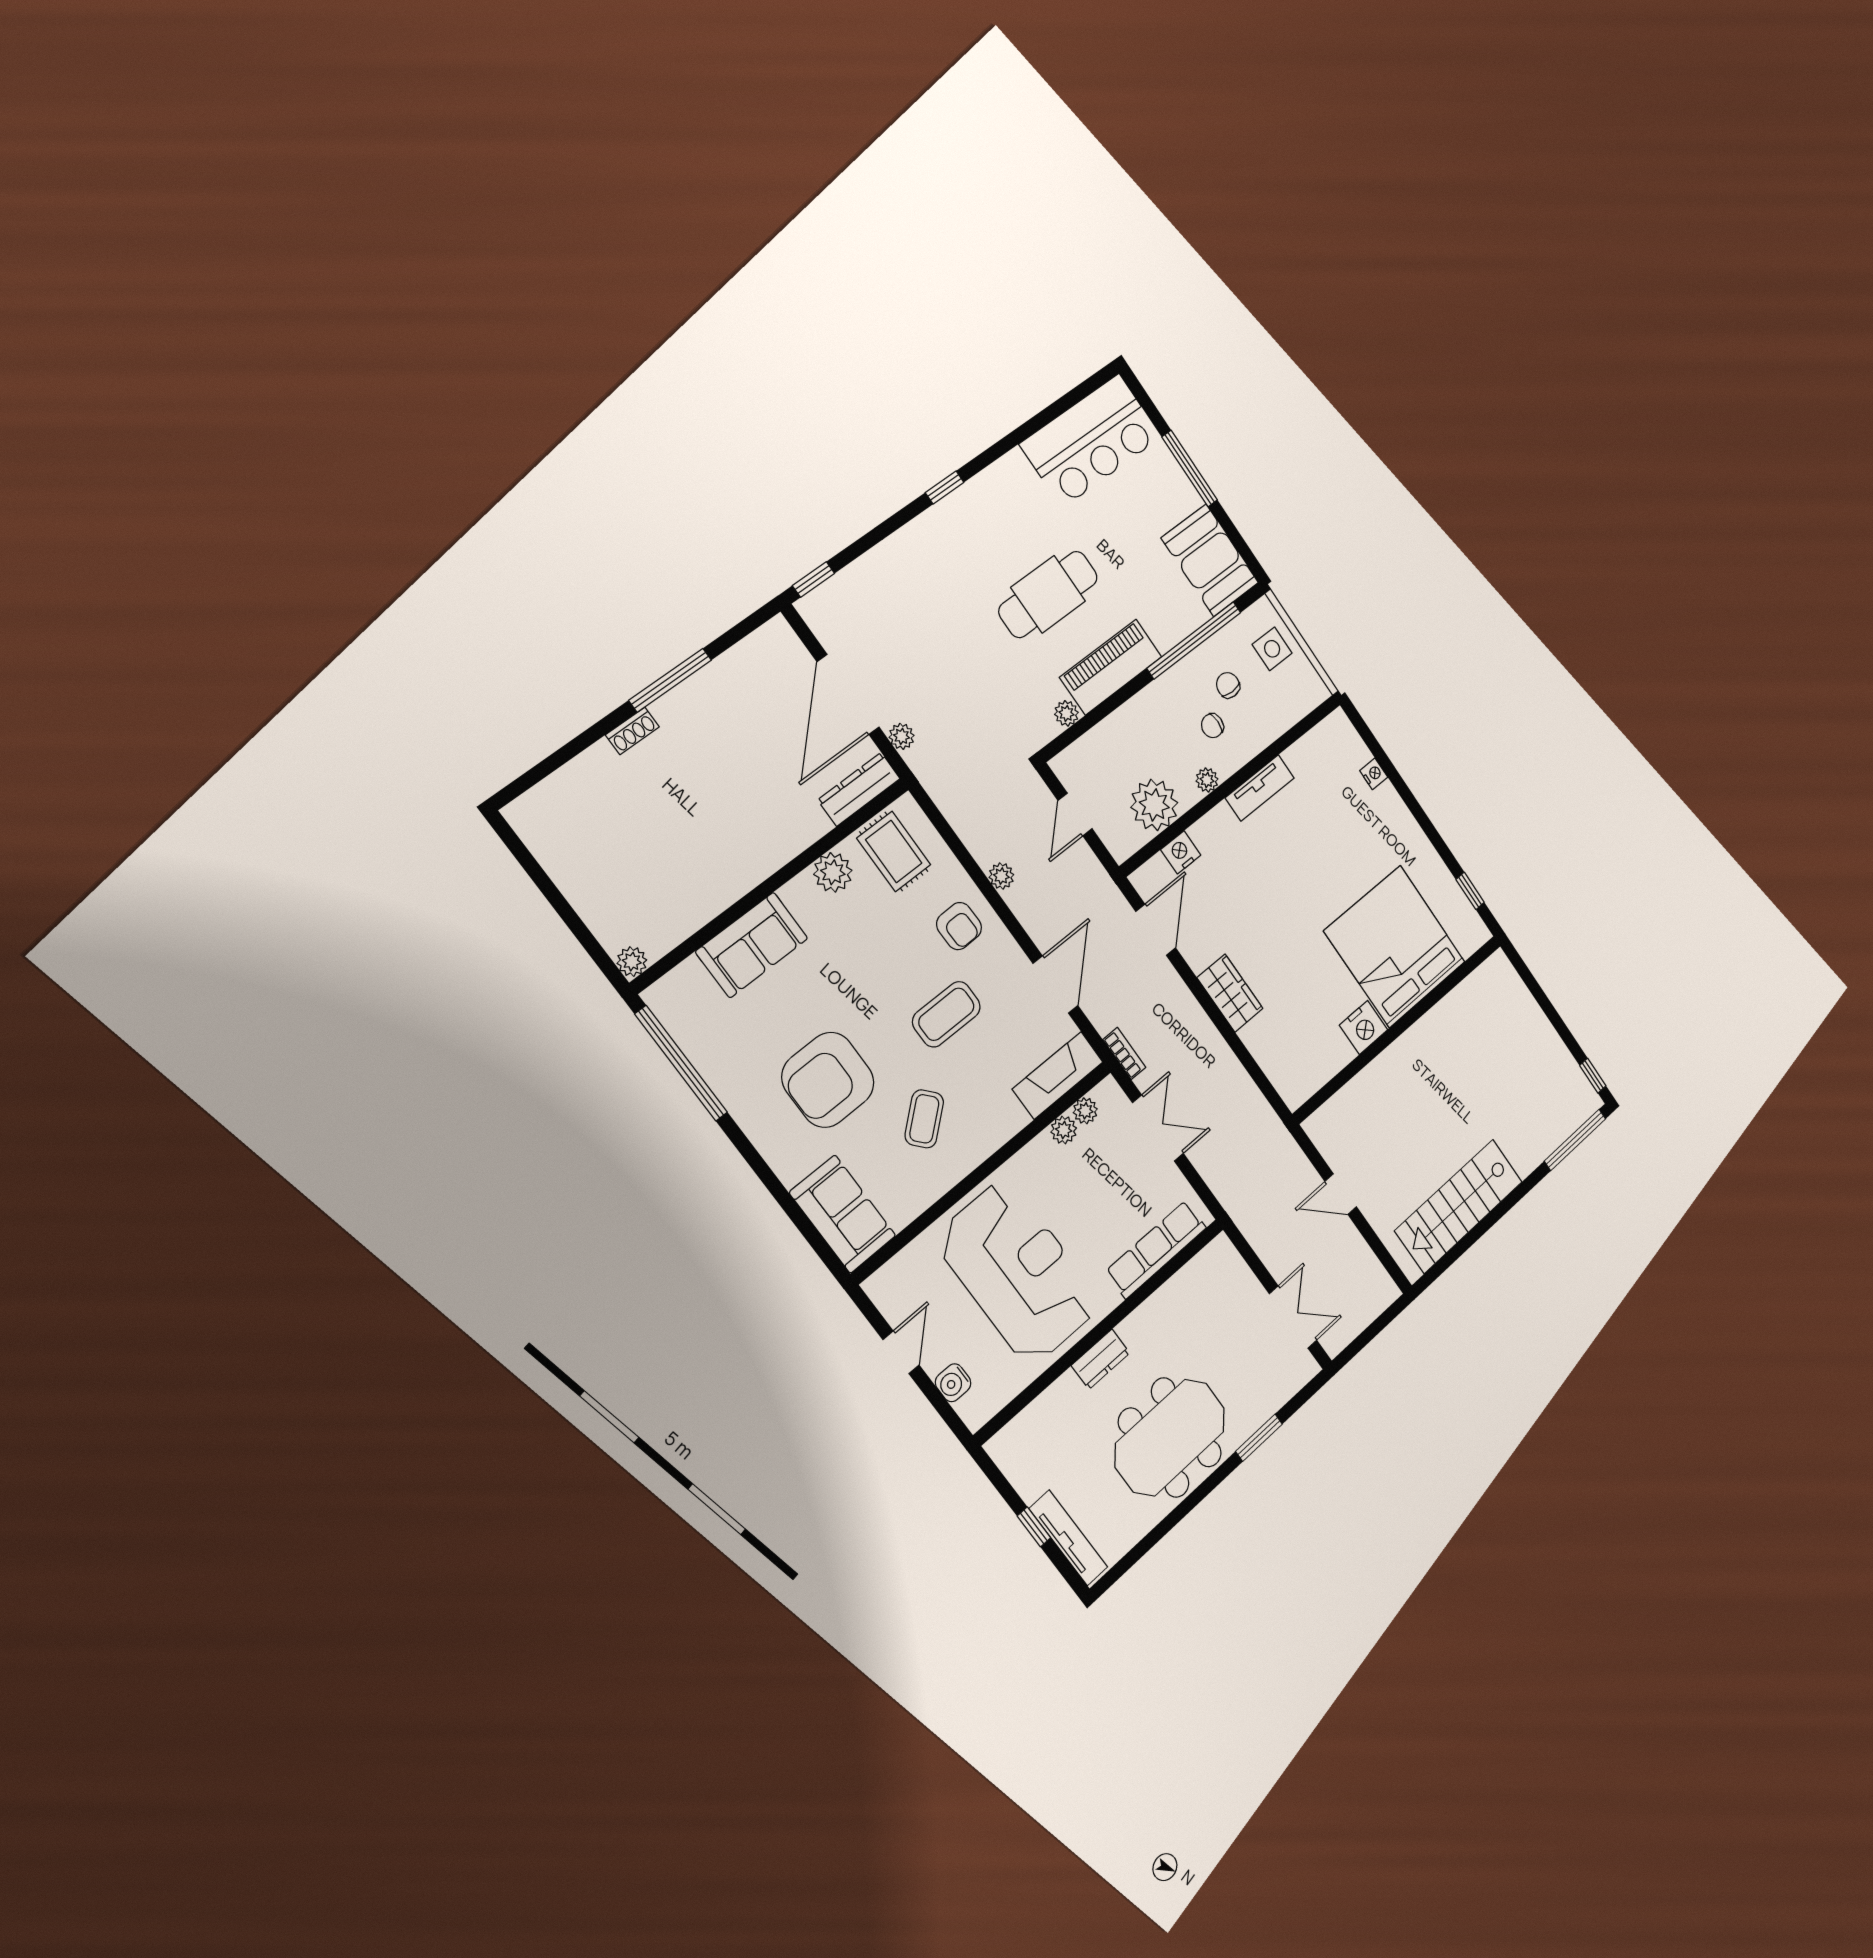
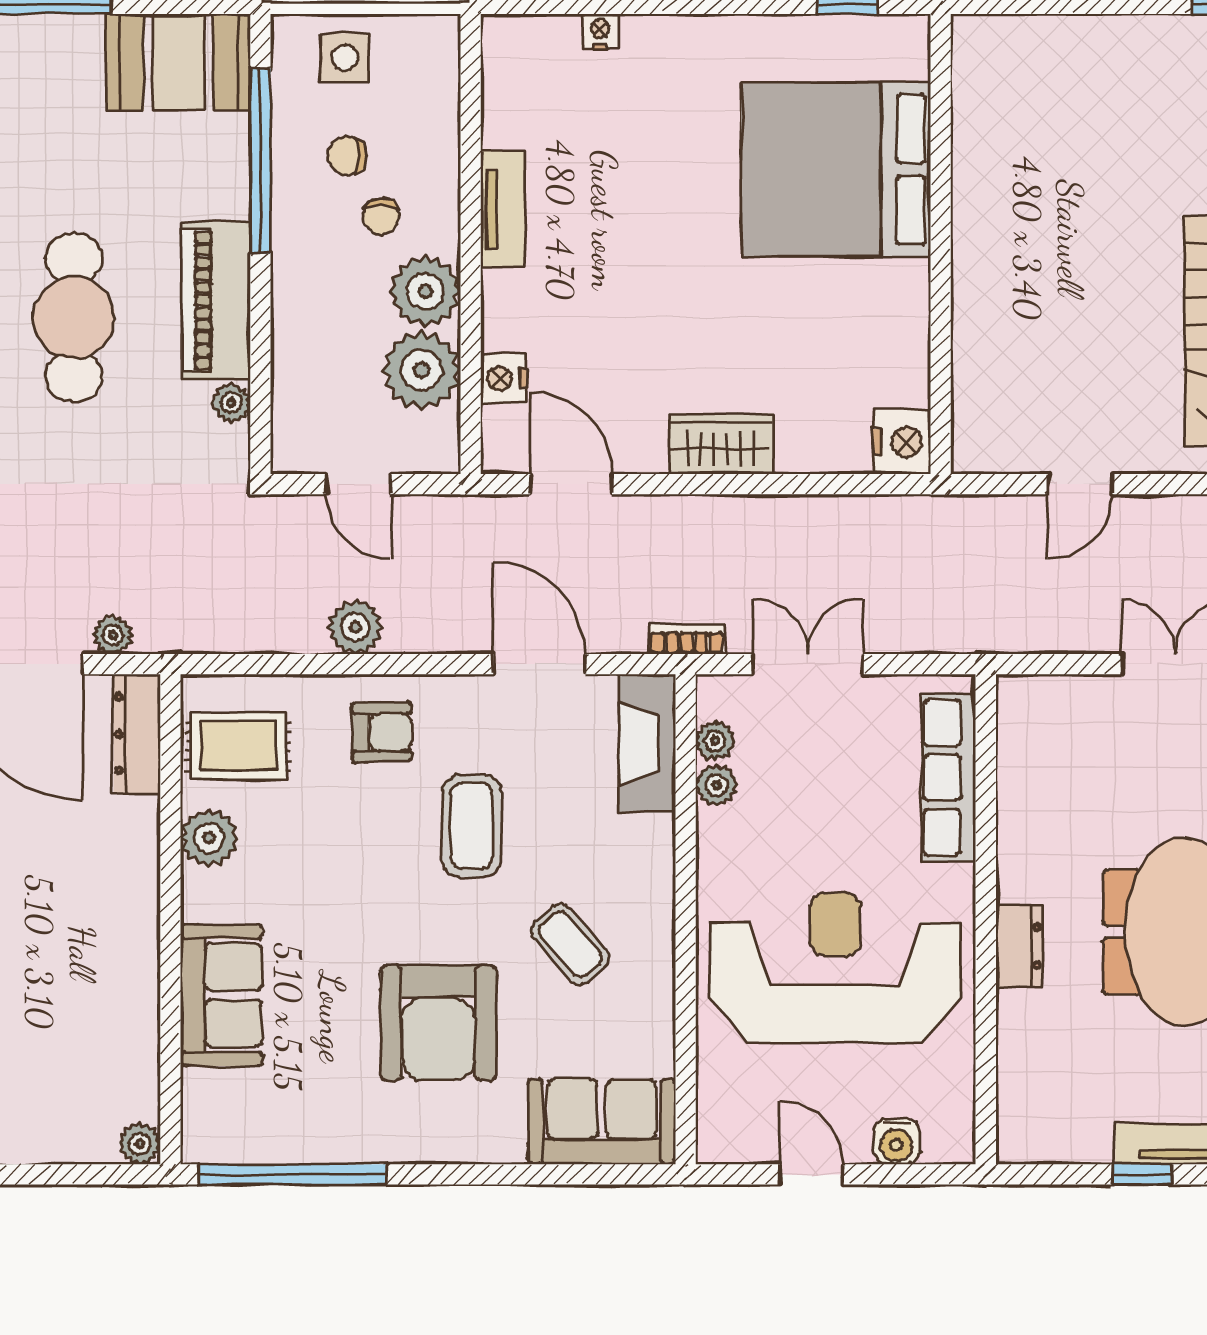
plant: (1207, 780) -> (425, 291), width x1.88, depth x1.88
plant: (1001, 876) -> (355, 627), width x1.38, depth x1.38
nightstand: (1364, 1027) -> (902, 442), moved

